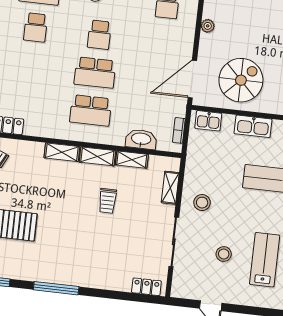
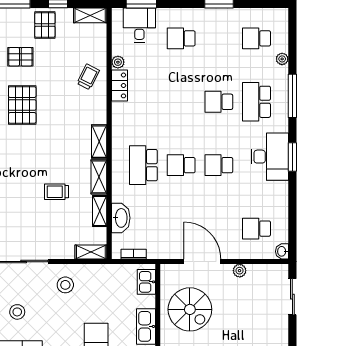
school desk: (95, 73) -> (181, 165), width x0.54
door: (192, 79) -> (202, 262), moved
shelving: (170, 188) -> (91, 252), moved

